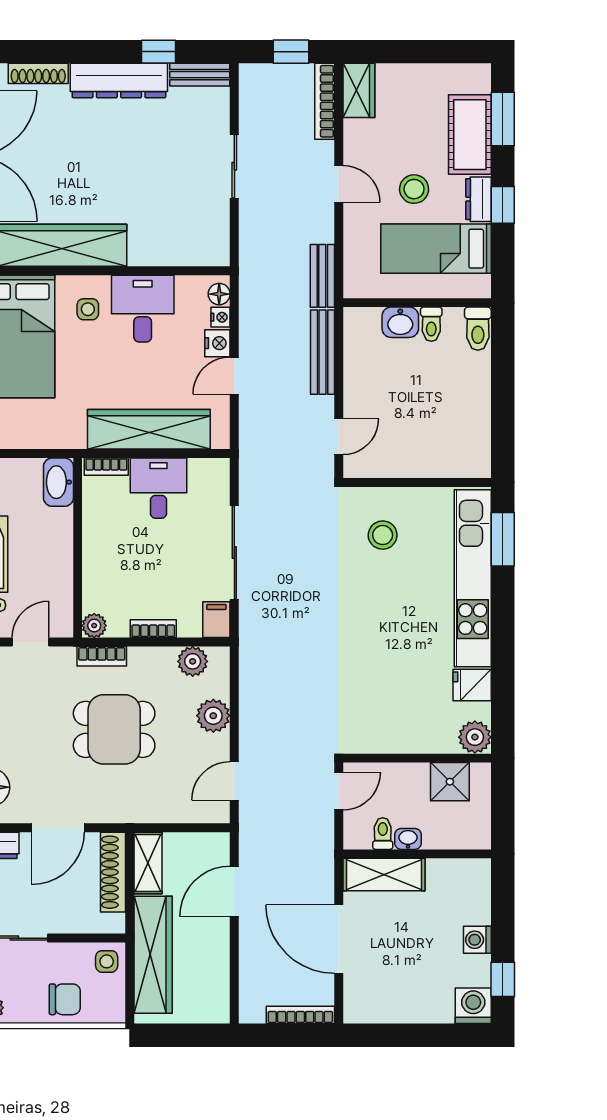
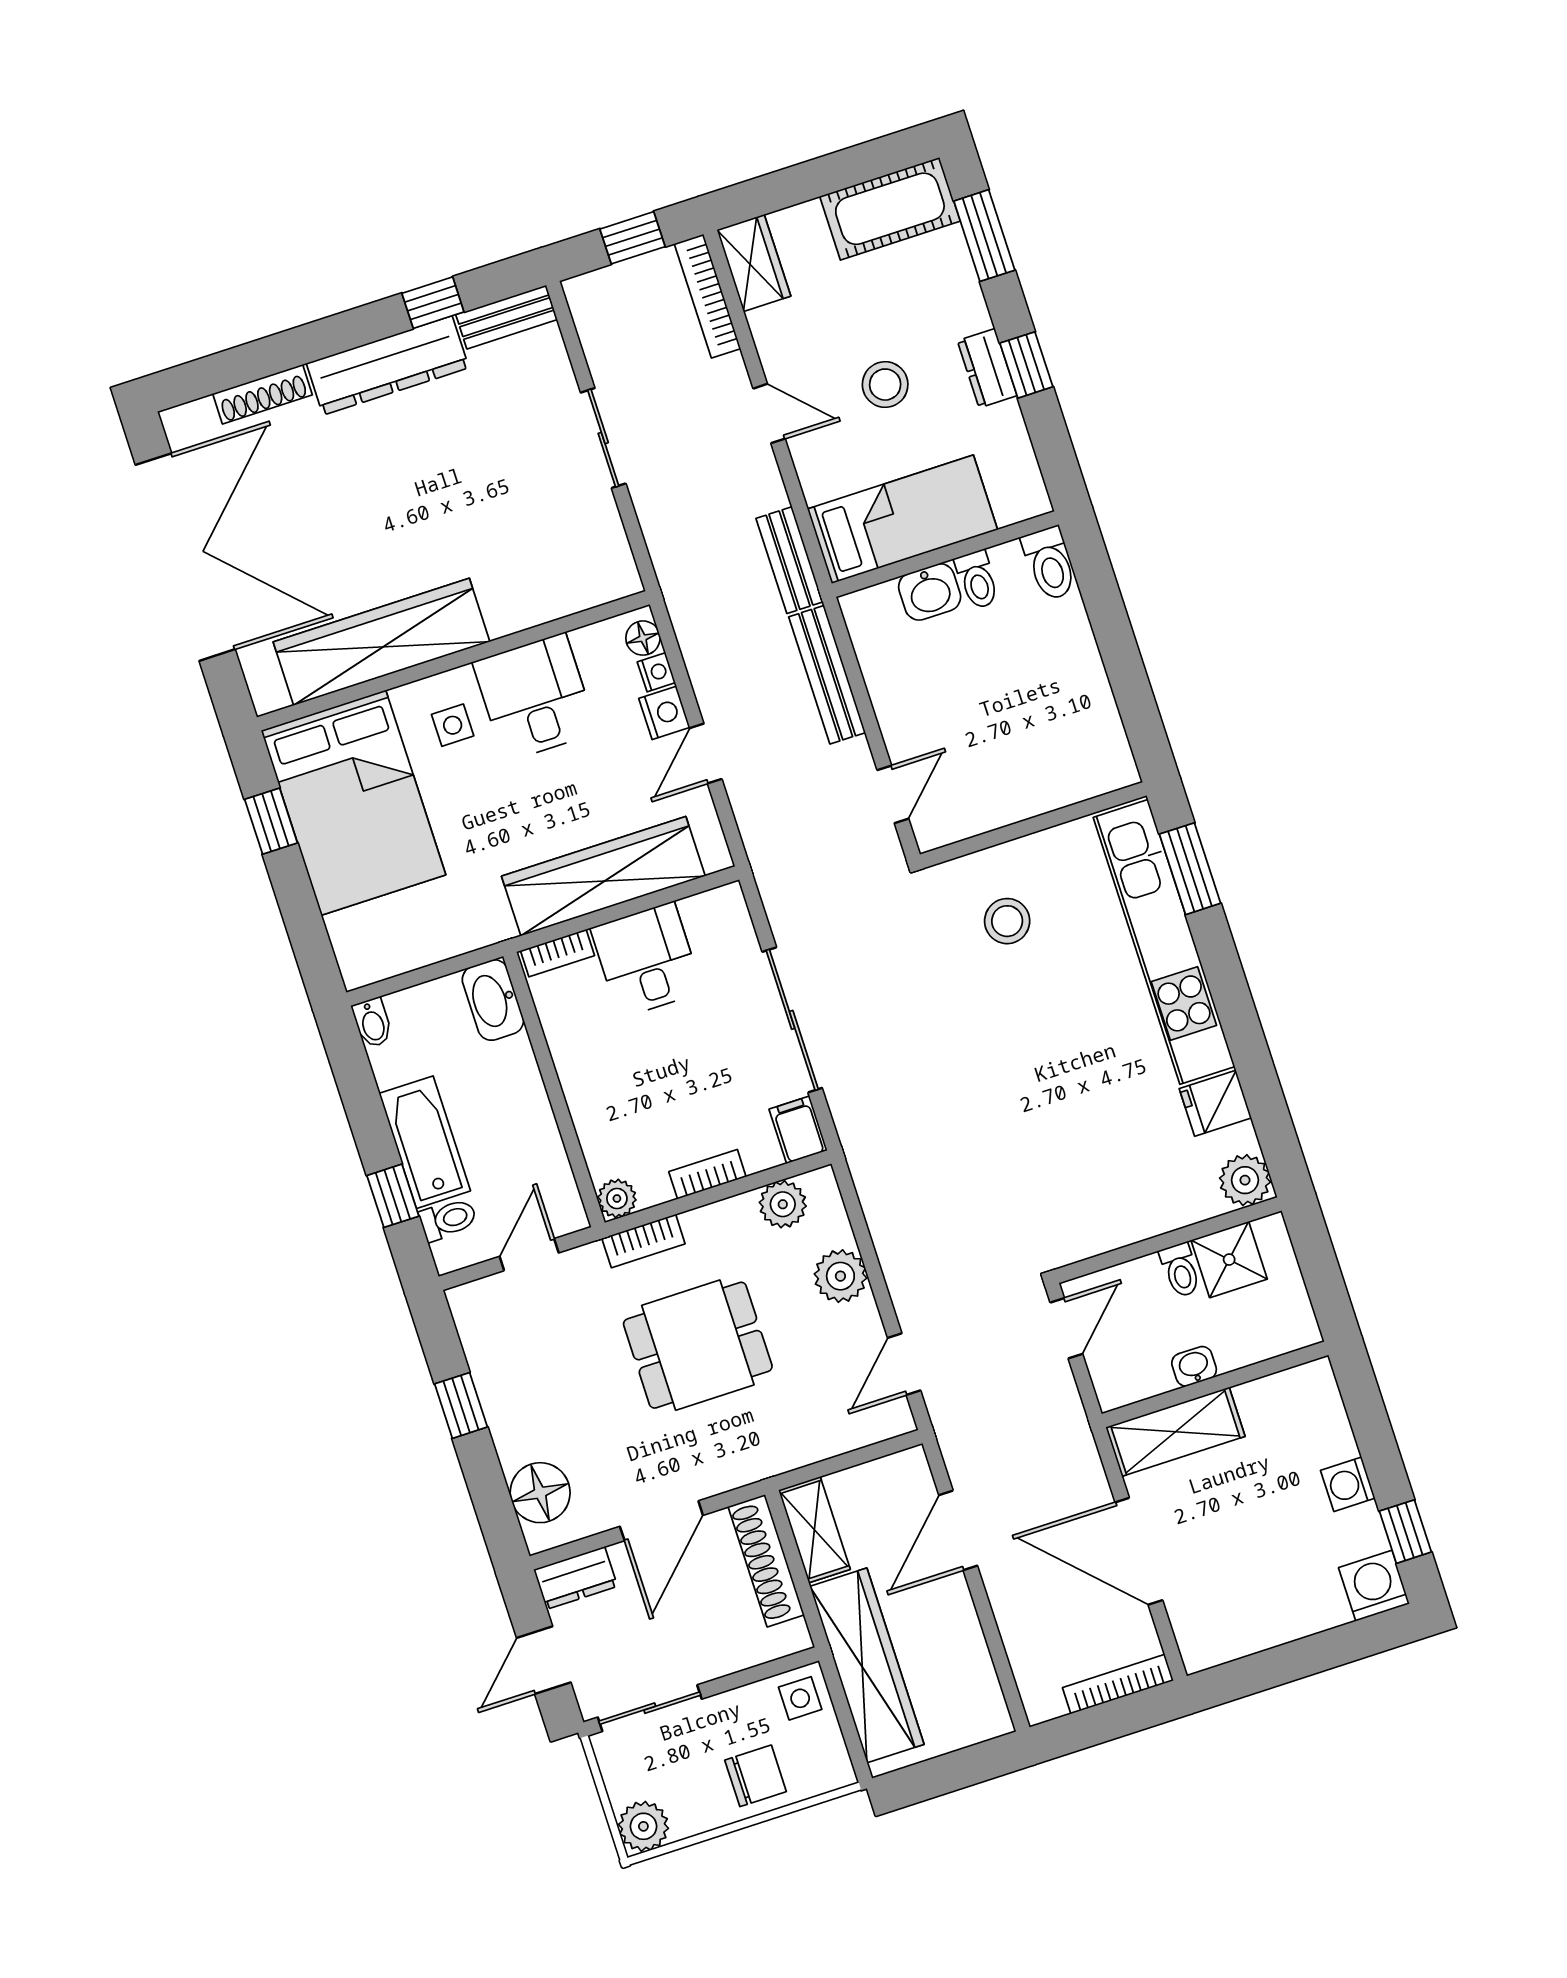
cot: (470, 135) -> (890, 209), moved, turned 90
bed: (436, 249) -> (903, 519), moved, turned 180
toilet: (383, 834) -> (1180, 1270), moved, turned 180

